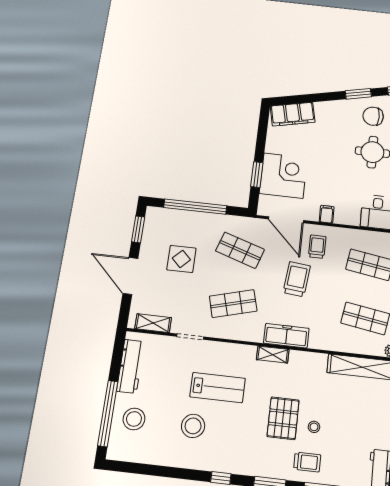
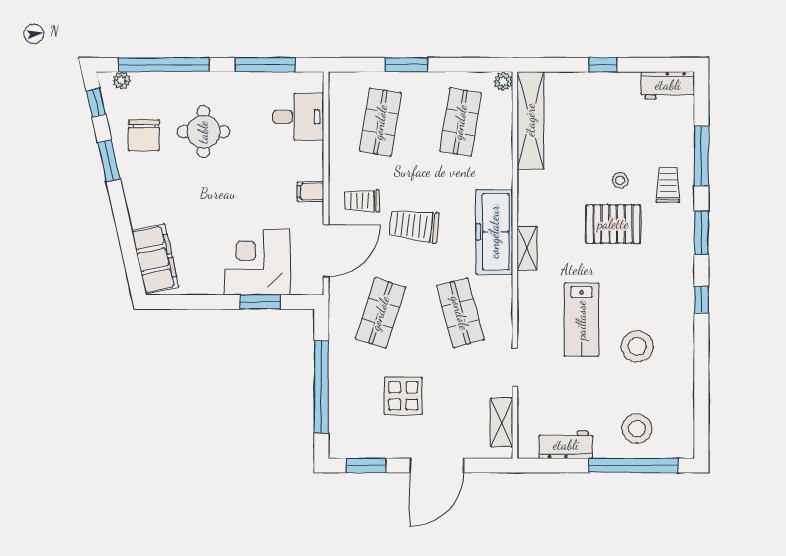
freezer: (286, 336) -> (494, 232), width x1.36, depth x1.26
workbench: (130, 366) -> (566, 445), width x0.73
lab bench: (218, 388) -> (581, 320), turned 180

